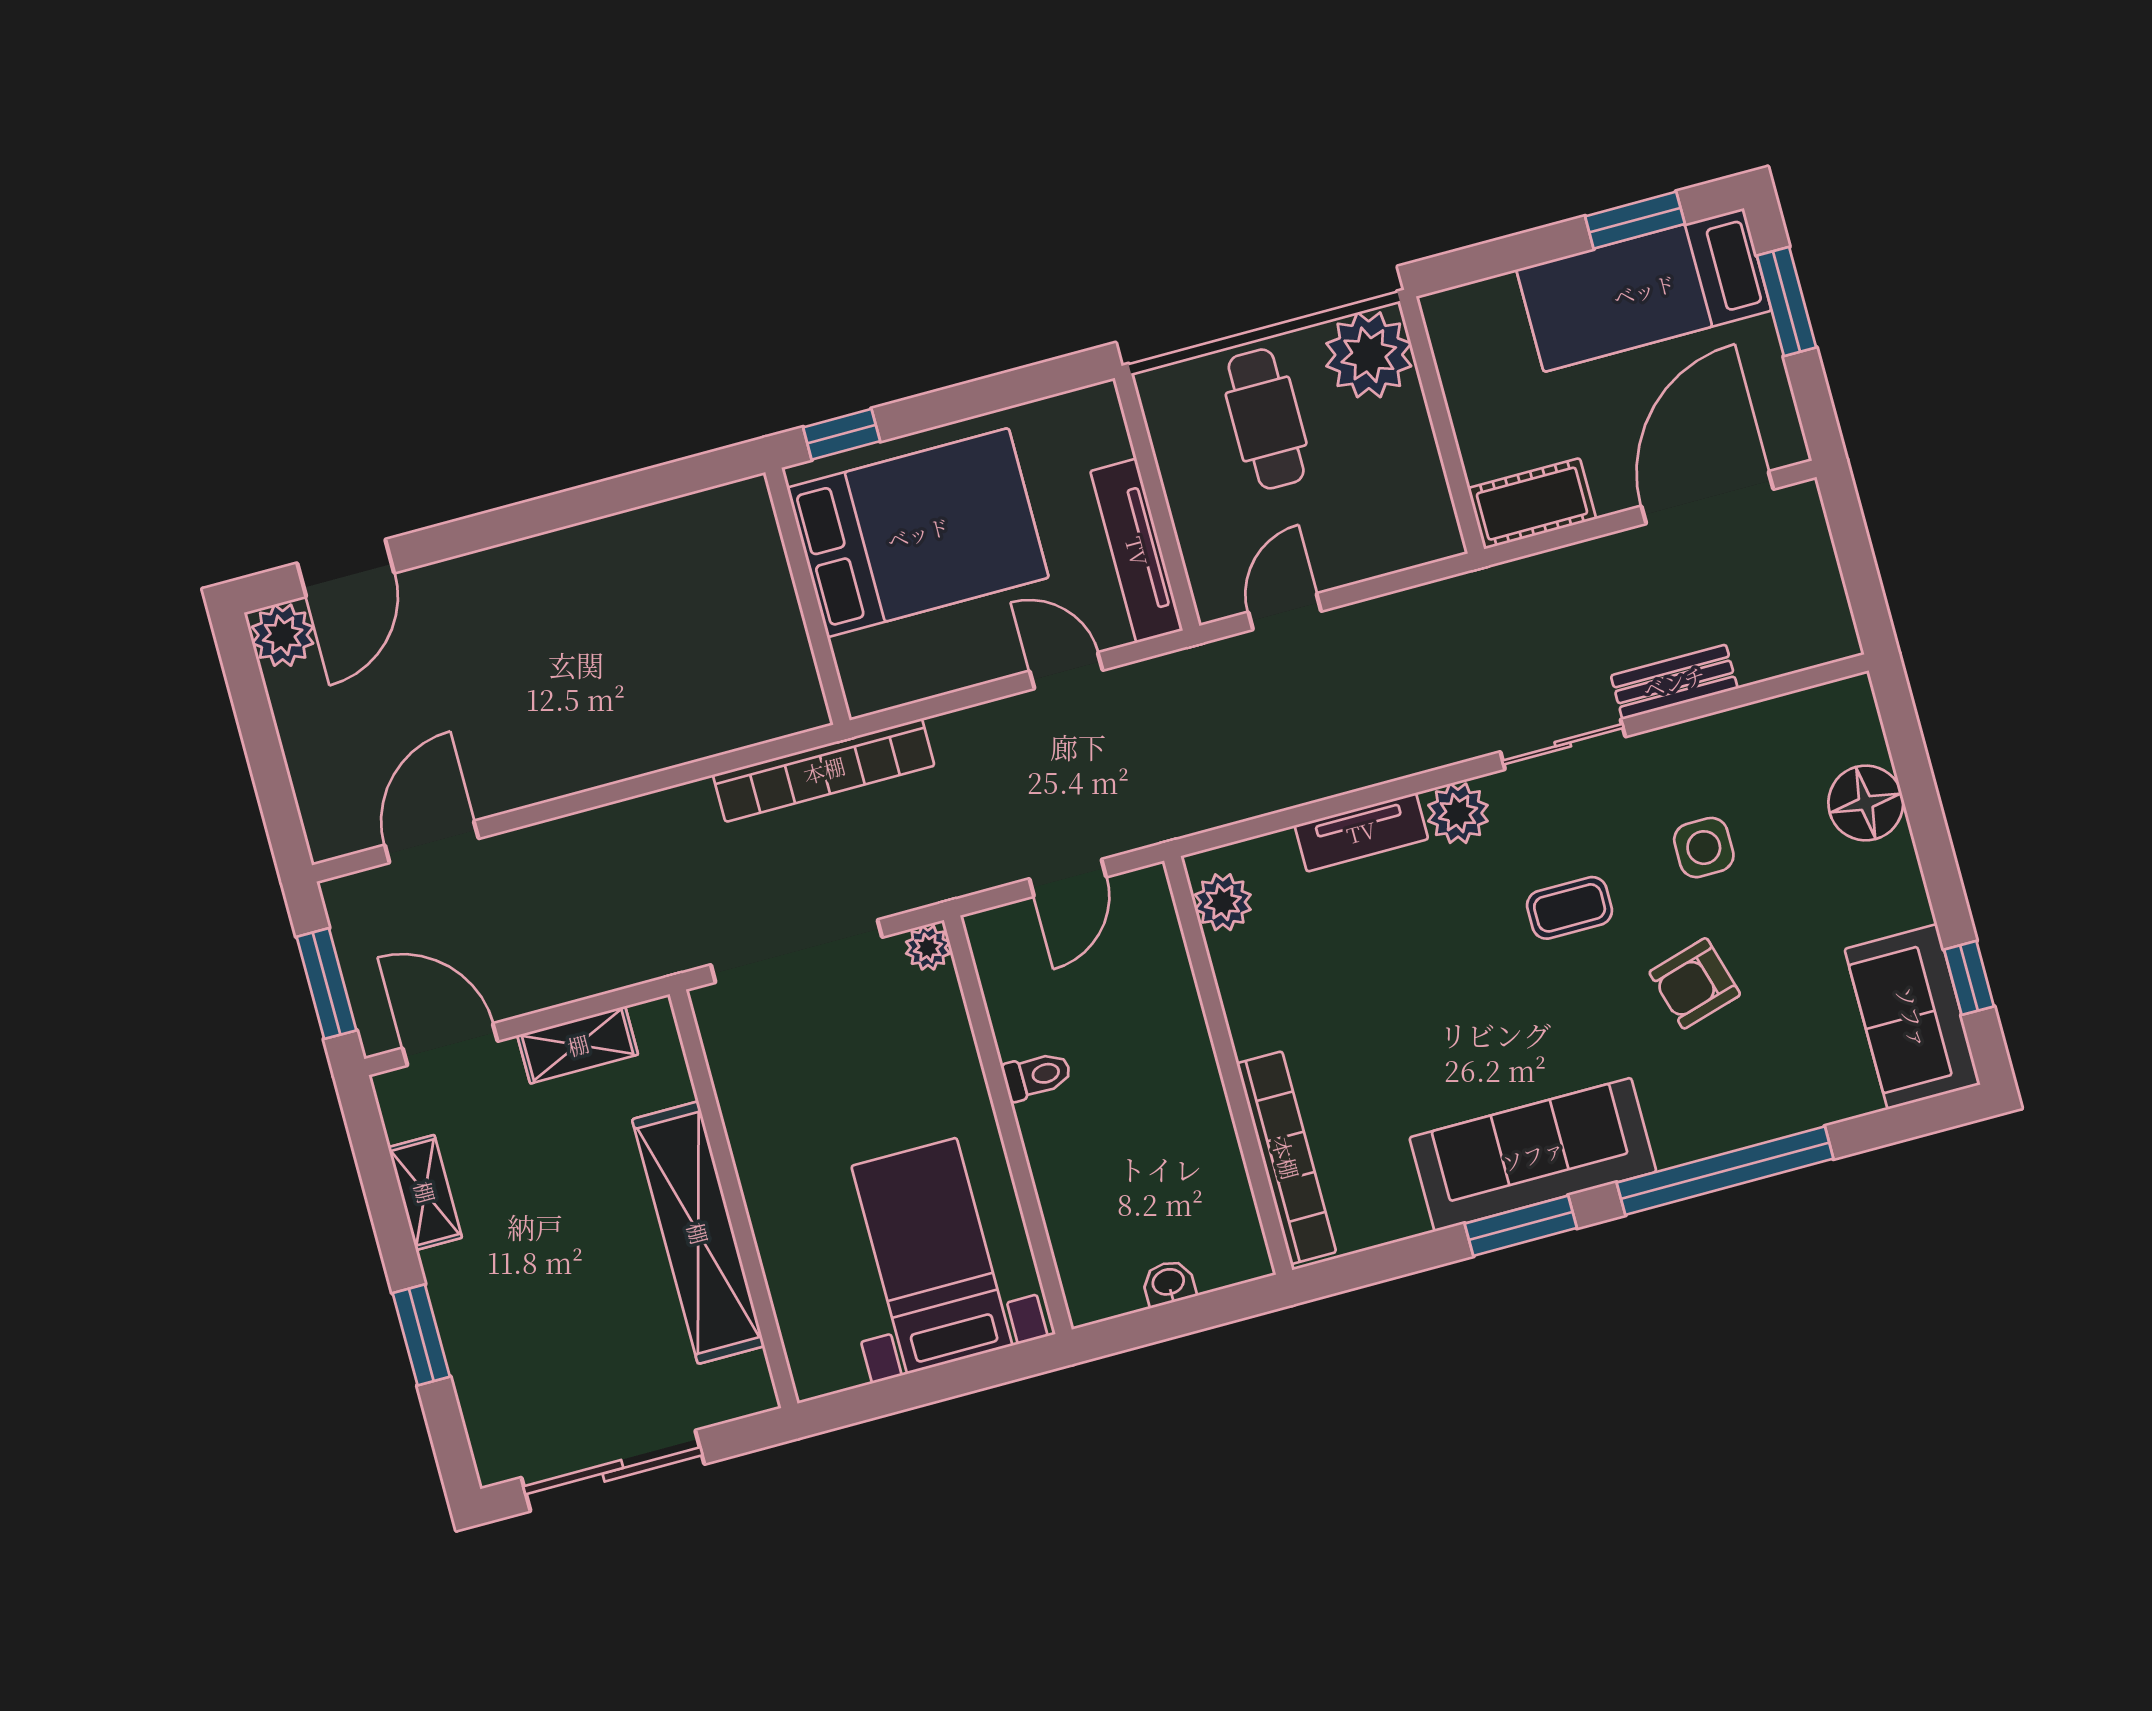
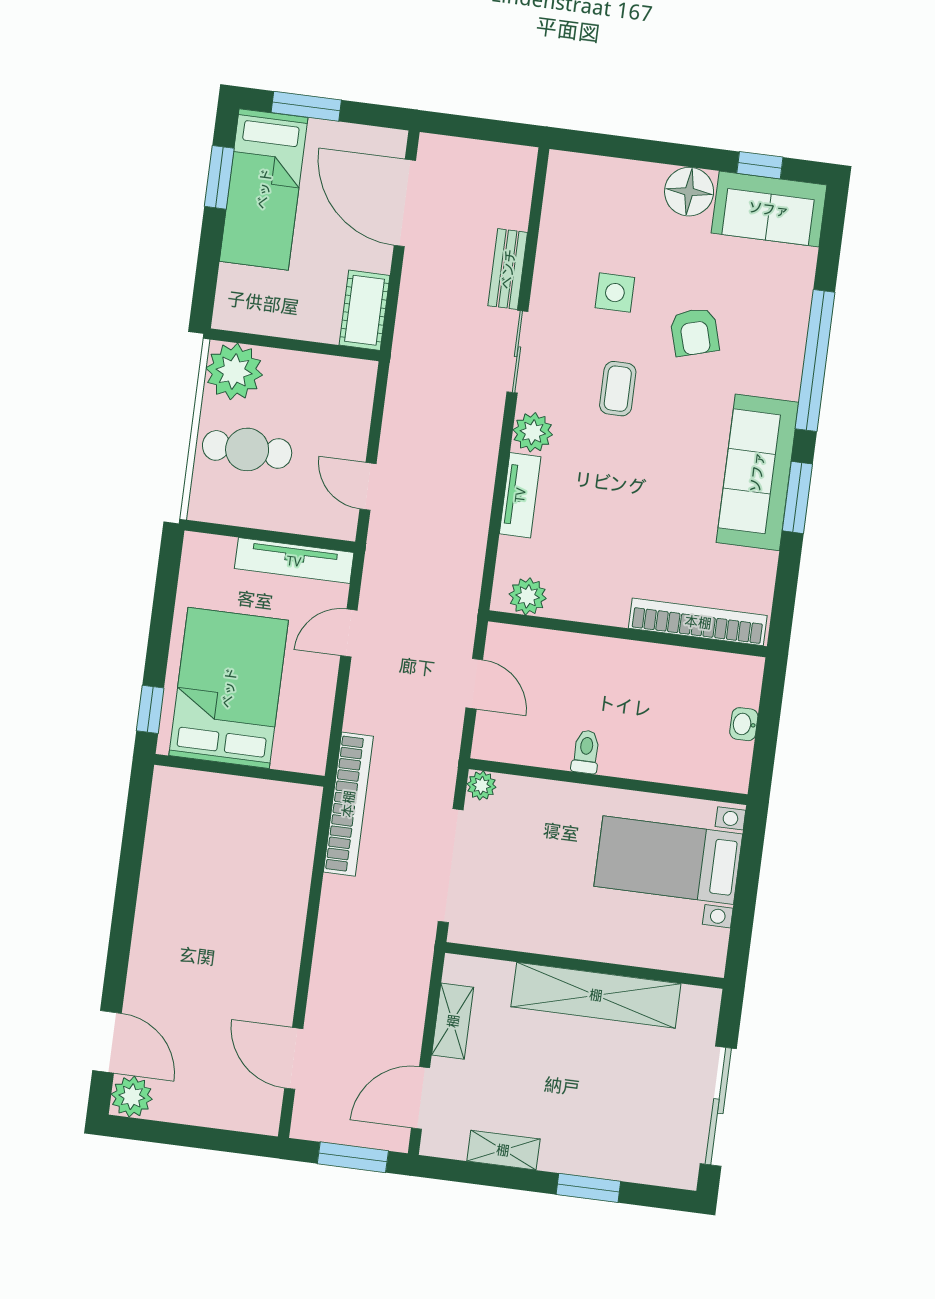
floor lamp: (1866, 803) -> (689, 192), moved

